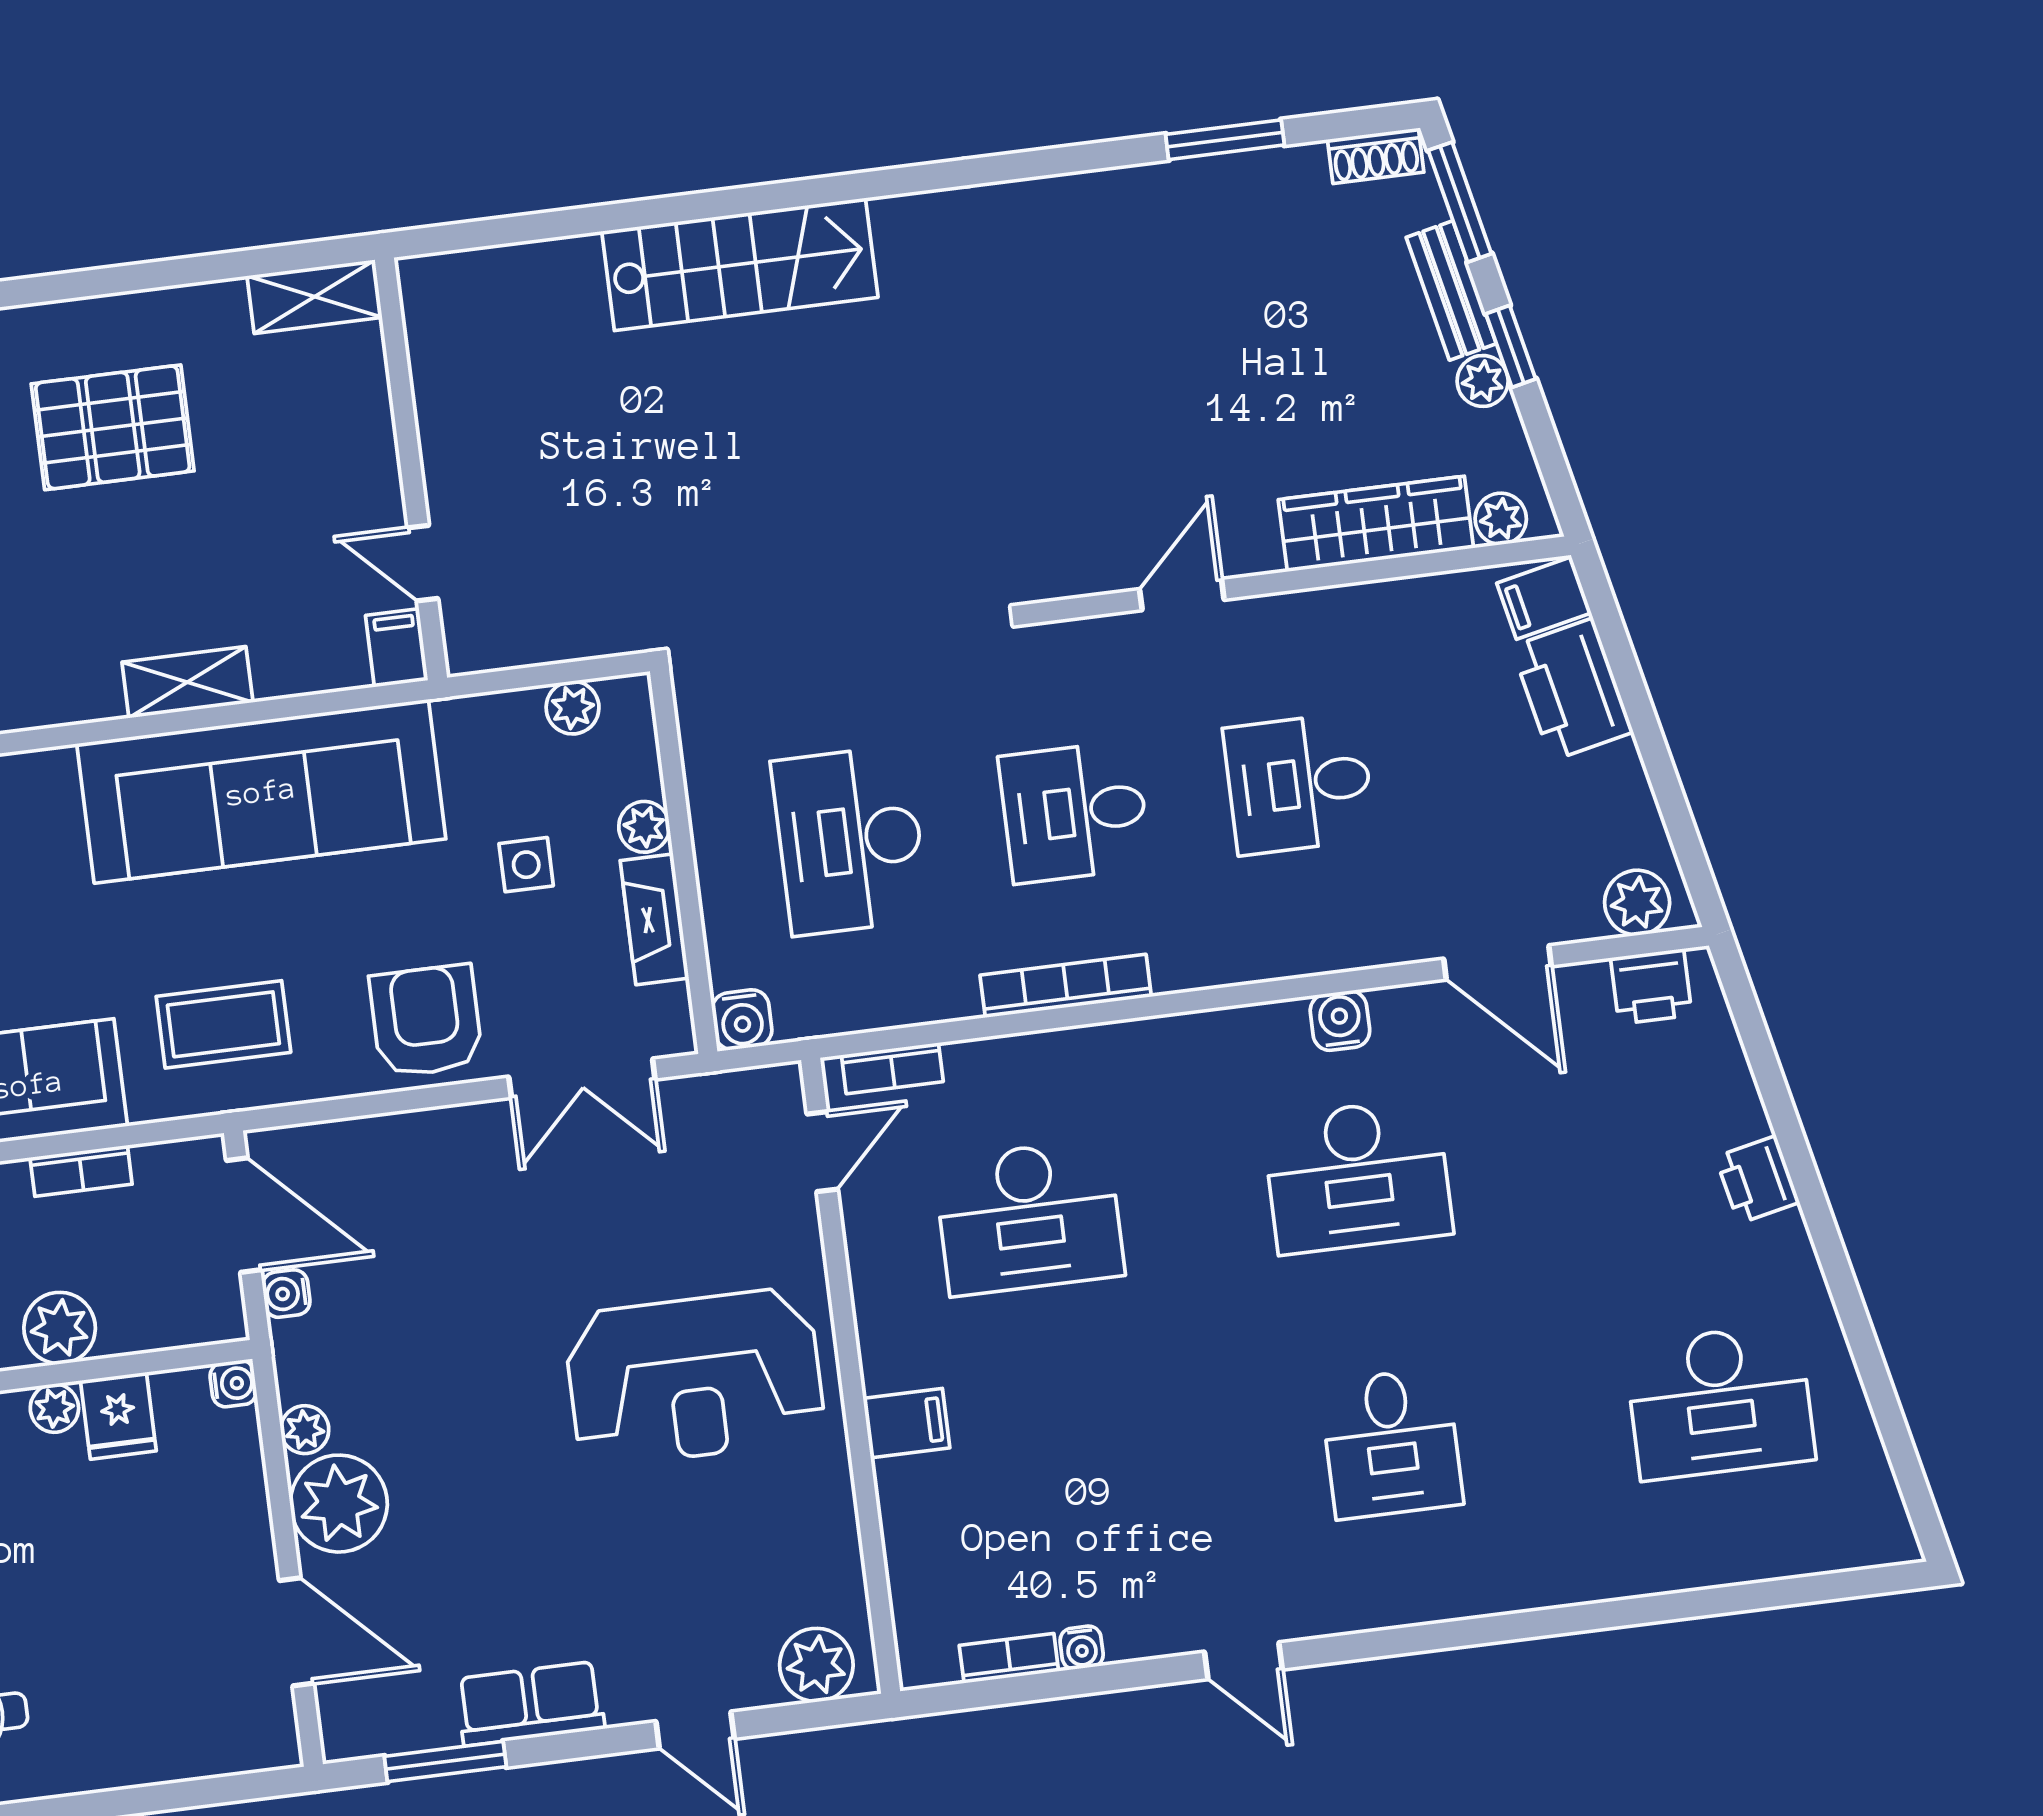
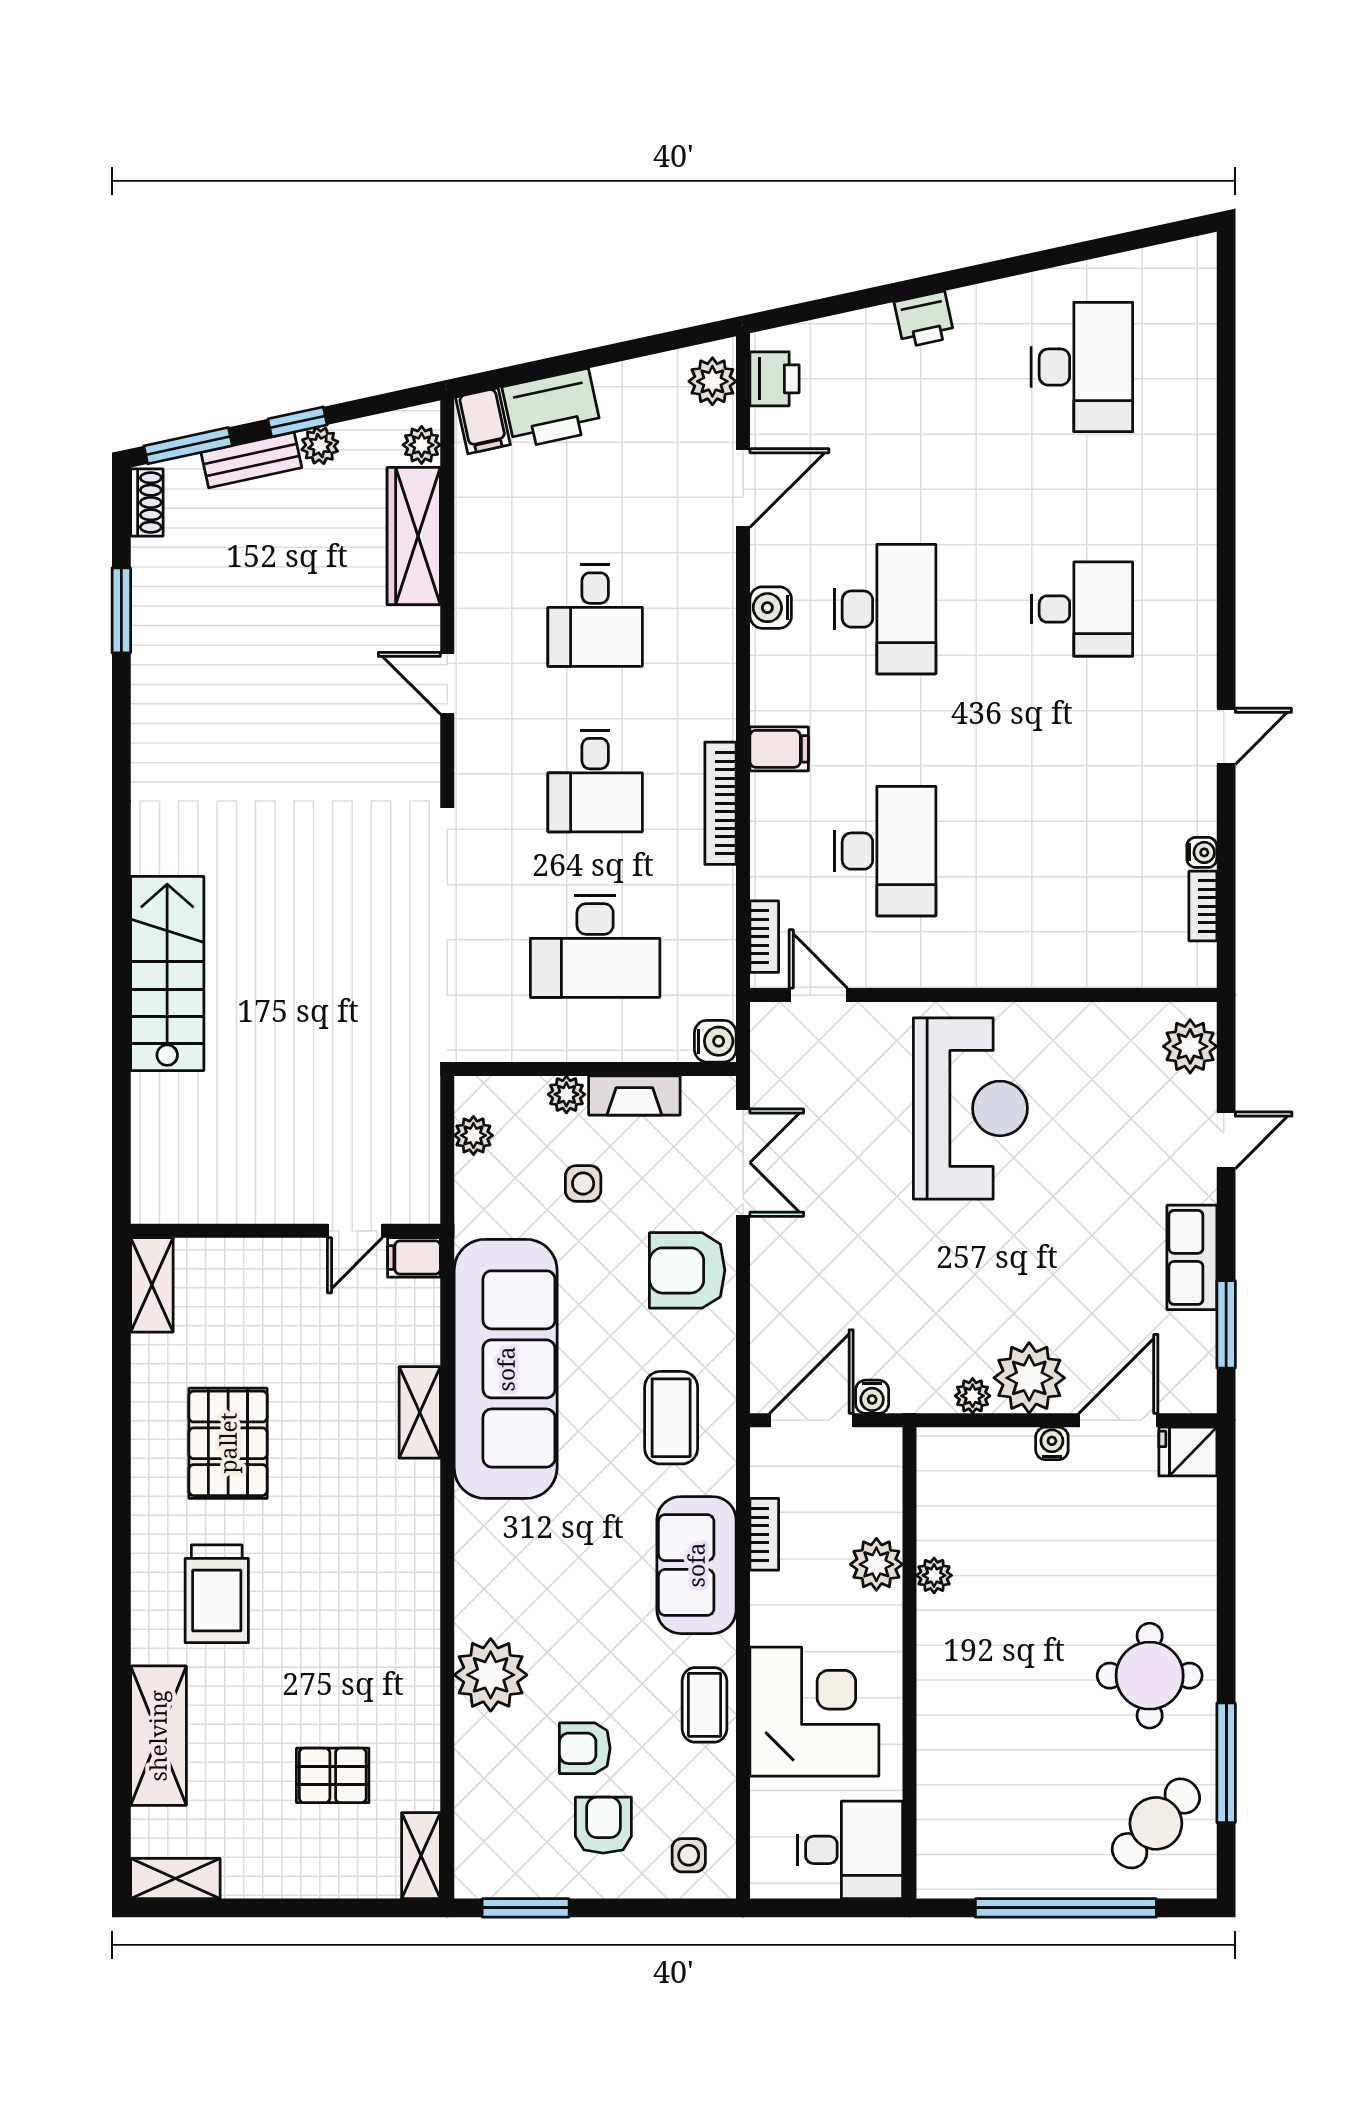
water cooler: (233, 1384) -> (1052, 1443), moved
fridge: (118, 1416) -> (1188, 1452), moved, turned 180
filing cabinet: (906, 1423) -> (779, 749), moved, turned 90

